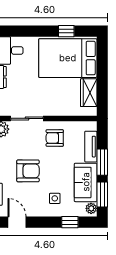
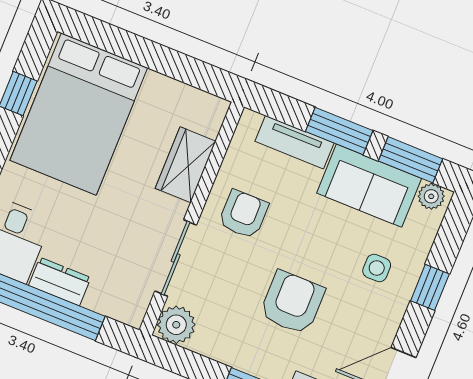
wardrobe: (89, 93) -> (186, 165), moved, turned 90
armchair: (55, 138) -> (243, 214), turned 180
window: (70, 222) -> (430, 287), moved

